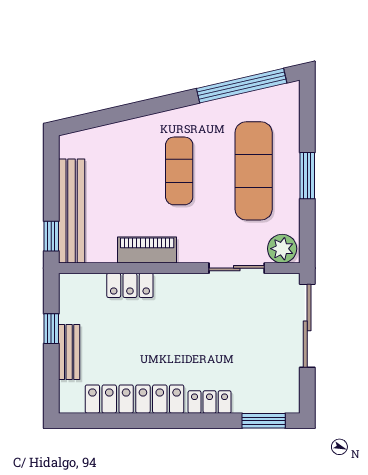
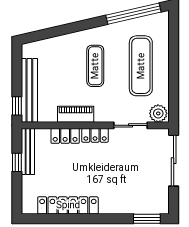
window: (307, 176) -> (174, 69), removed
bench: (69, 352) -> (28, 151), moved, width x1.36
locker: (210, 402) -> (95, 135), moved, turned 180

